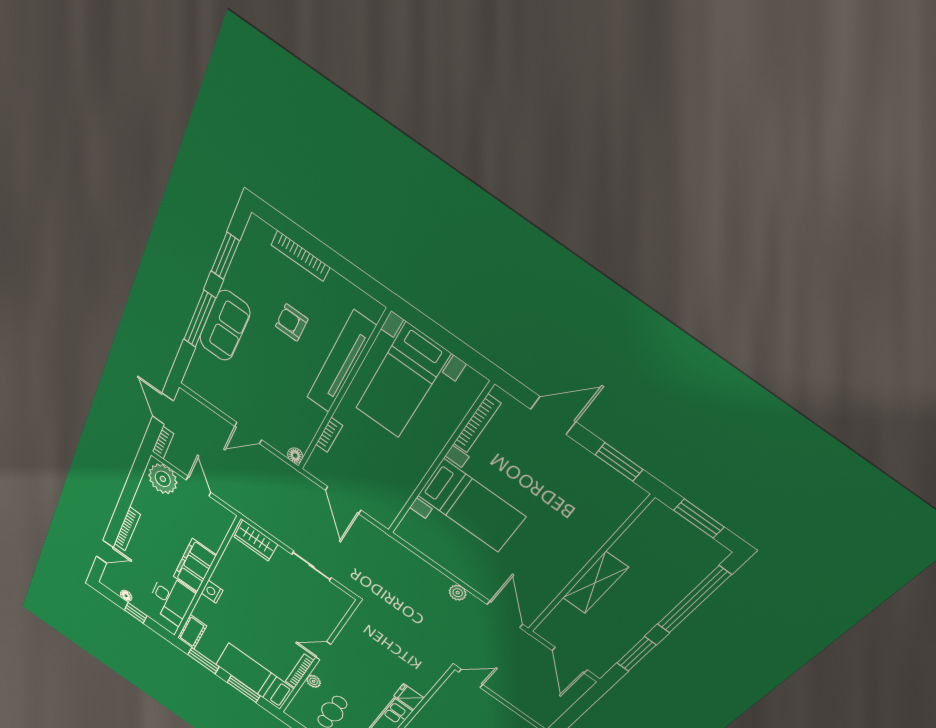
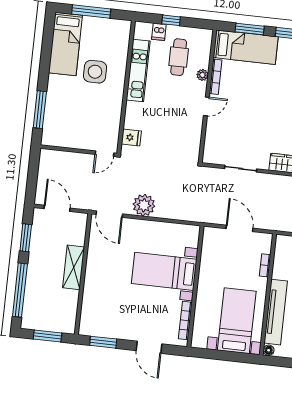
door: (553, 416) -> (149, 347), hinge flipped
floor lamp: (295, 456) -> (269, 350), moved
plant: (458, 593) -> (144, 205), width x1.88, depth x1.88
fridge: (409, 697) -> (131, 138), moved

